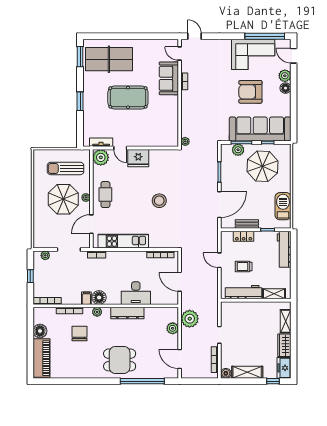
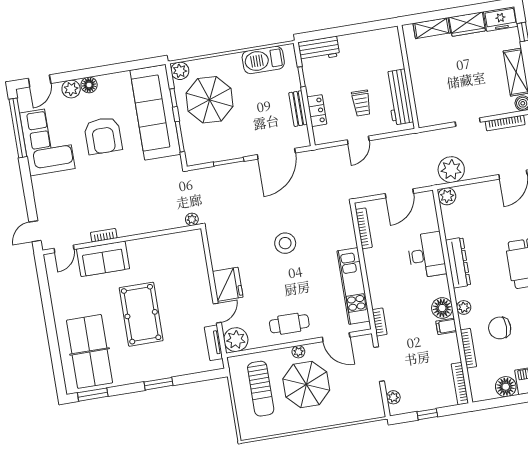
plant: (238, 150) -> (180, 71), moved
door: (219, 205) -> (276, 154), swing flipped
workbench: (284, 249) -> (319, 49), width x0.73
shelving: (274, 294) -> (394, 52), removed
plant: (173, 328) -> (447, 196), moved

